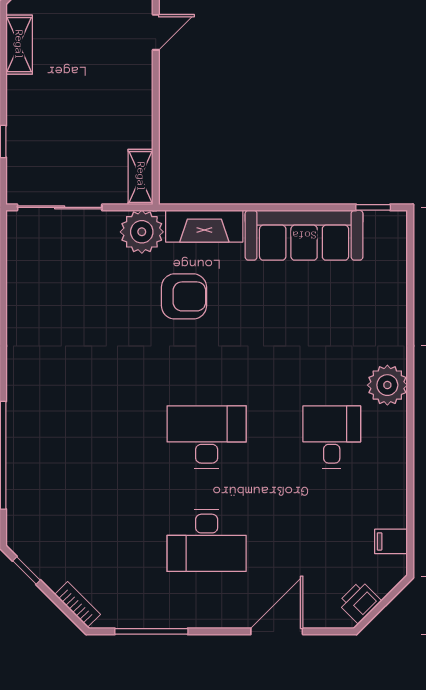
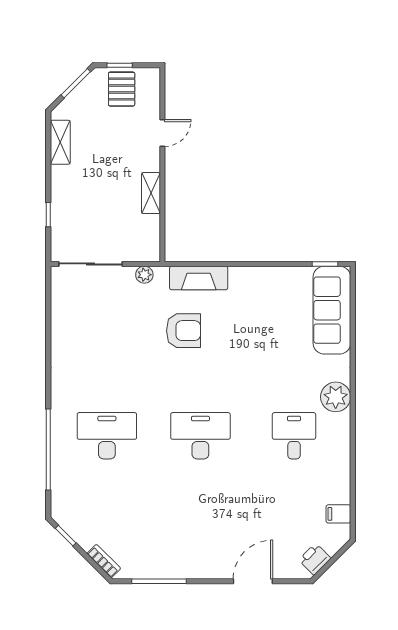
shelving: (141, 177) -> (151, 193), moved
plant: (142, 232) -> (144, 275), width x0.53, depth x0.53
sofa: (304, 235) -> (332, 310), moved, turned 90
desk: (207, 540) -> (107, 436), moved, turned 180

